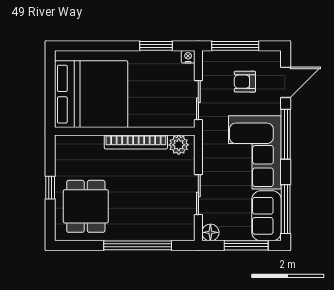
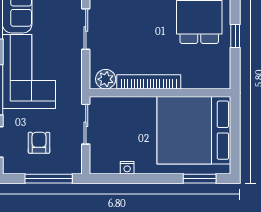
window: (156, 46) -> (200, 179), moved
nightstand: (188, 57) -> (127, 168), moved
armchair: (245, 82) -> (39, 143), turned -90

